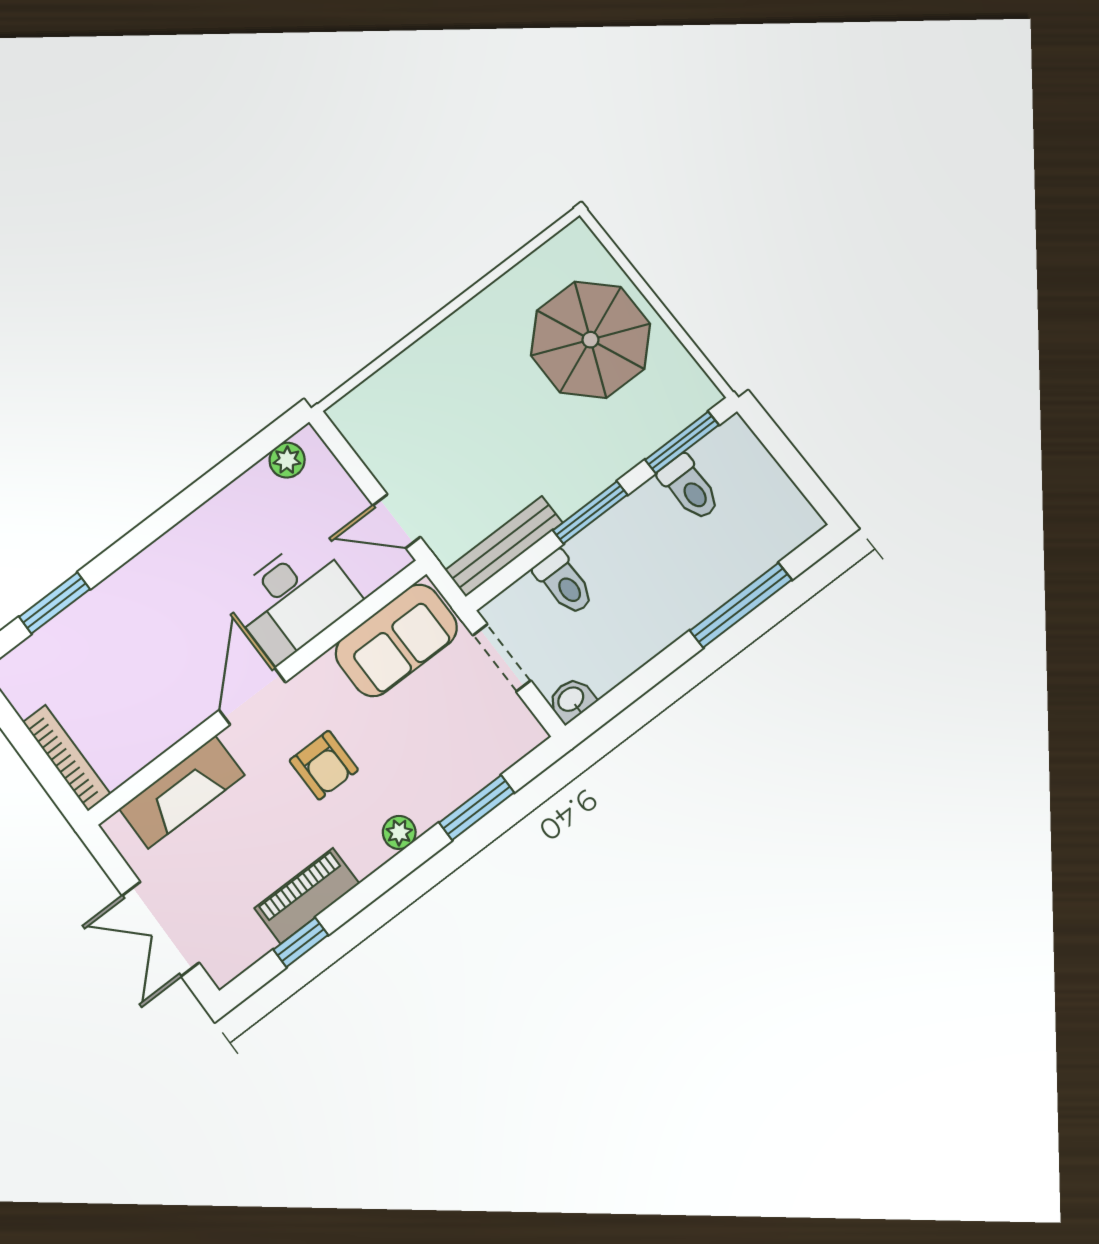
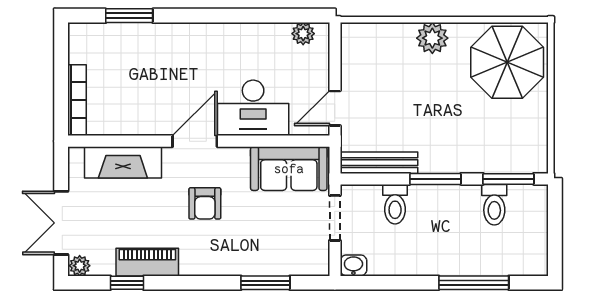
parasol: (590, 340) -> (507, 62), moved
plant: (451, 343) -> (432, 38), added
door: (397, 521) -> (335, 108), hinge flipped
plant: (399, 832) -> (80, 266), moved

